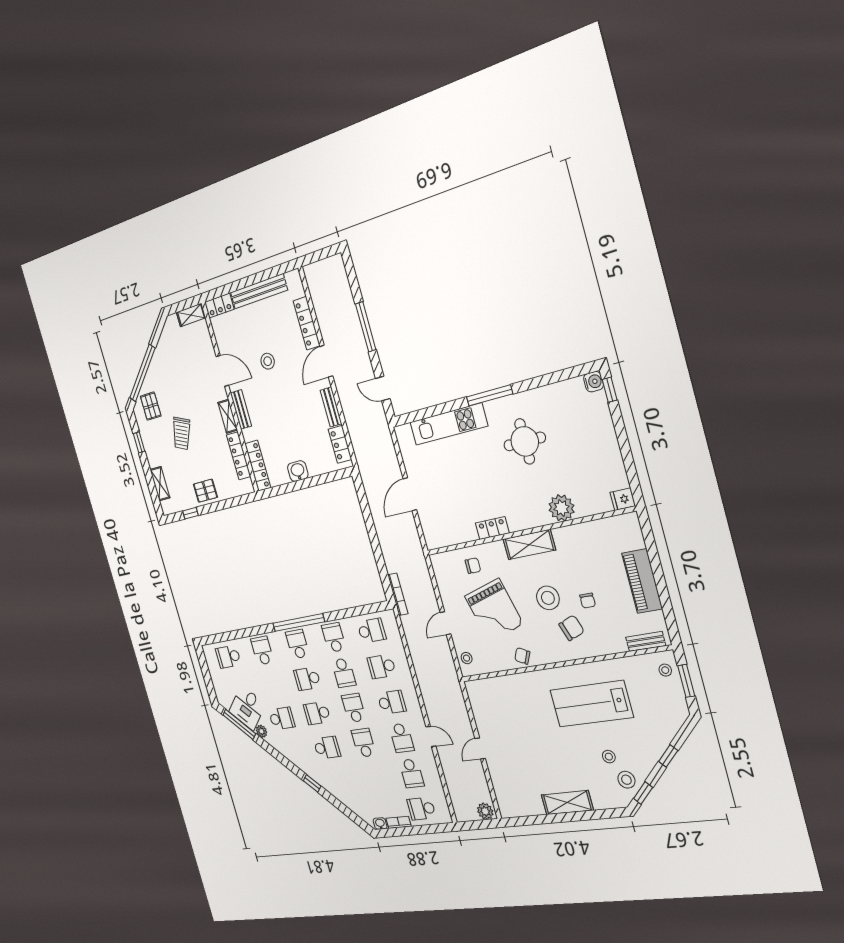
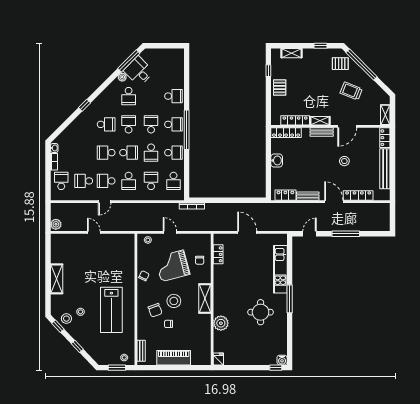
trolley: (181, 433) -> (351, 91), moved
locker: (492, 528) -> (218, 254), moved
school desk: (228, 657) -> (173, 68), removed
school desk: (344, 673) -> (151, 153), turned -90
lab bench: (591, 704) -> (111, 310), turned 180
school desk: (364, 743) -> (106, 153), turned 180
school desk: (327, 748) -> (106, 124), turned -90

